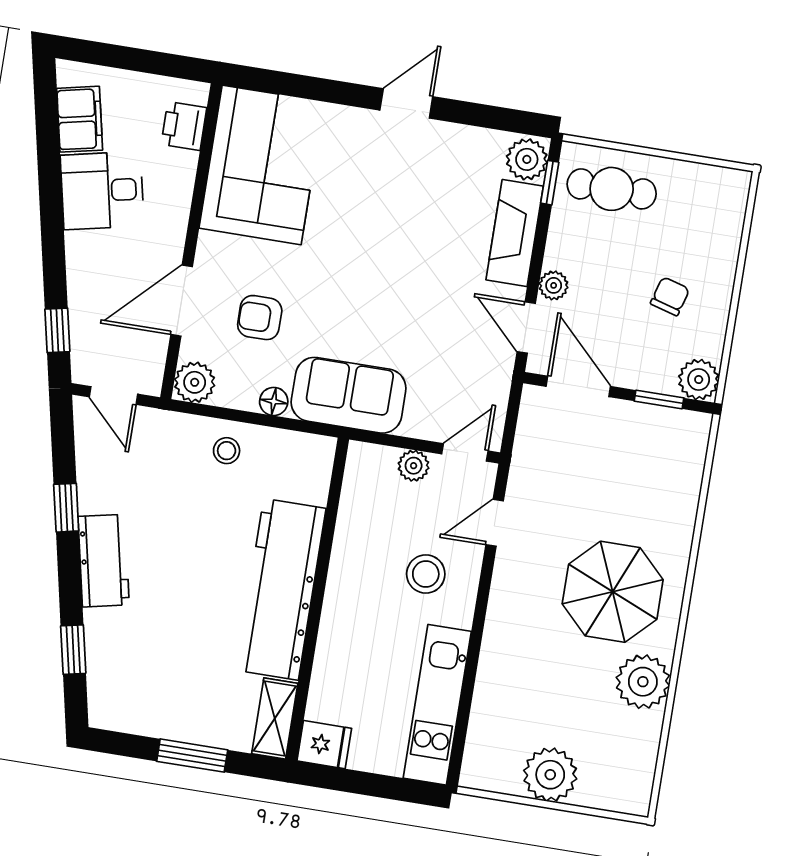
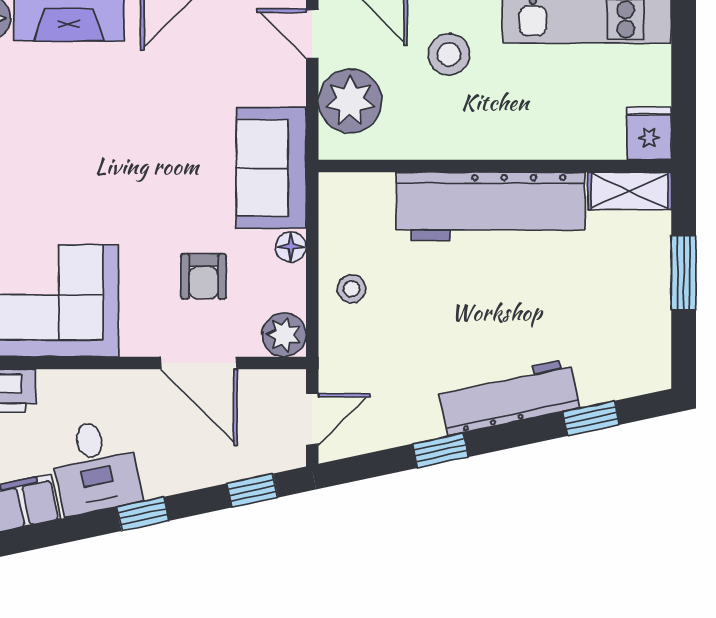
window: (52, 227) -> (143, 514), added
plant: (414, 466) -> (350, 101), width x1.88, depth x1.88
workbench: (104, 561) -> (509, 397), width x1.37

